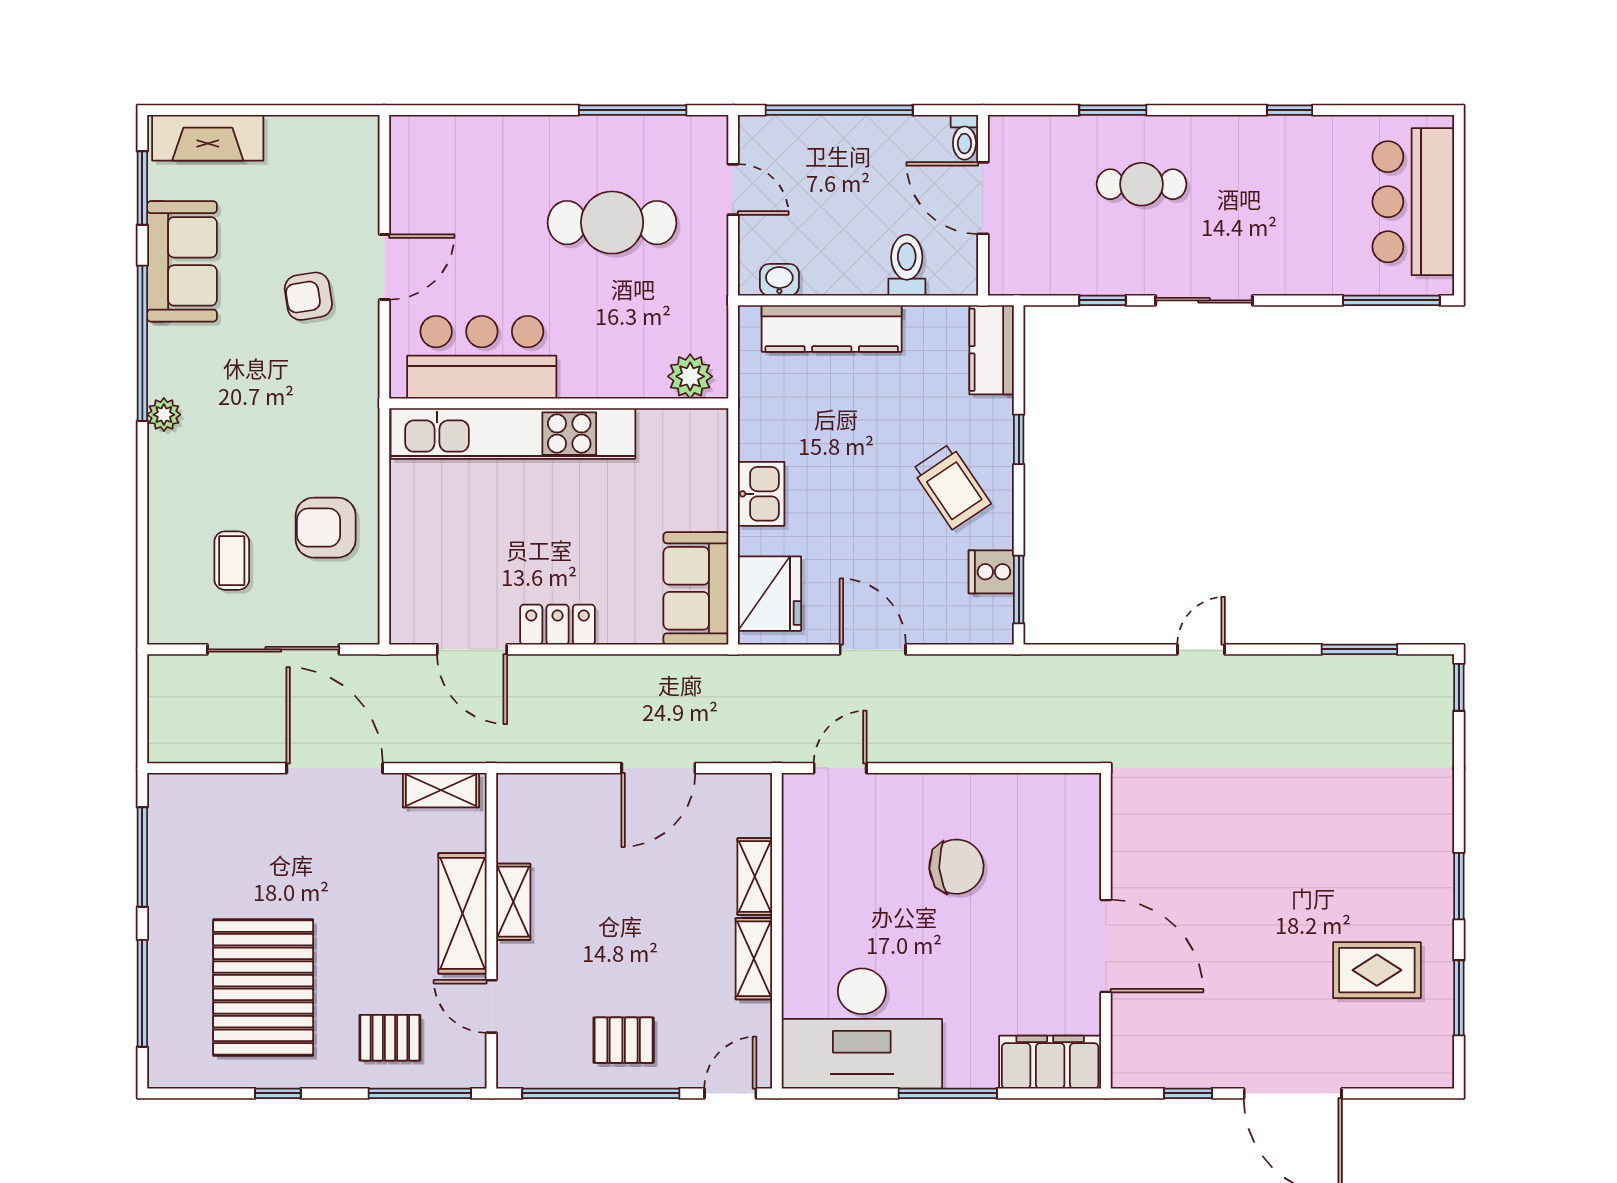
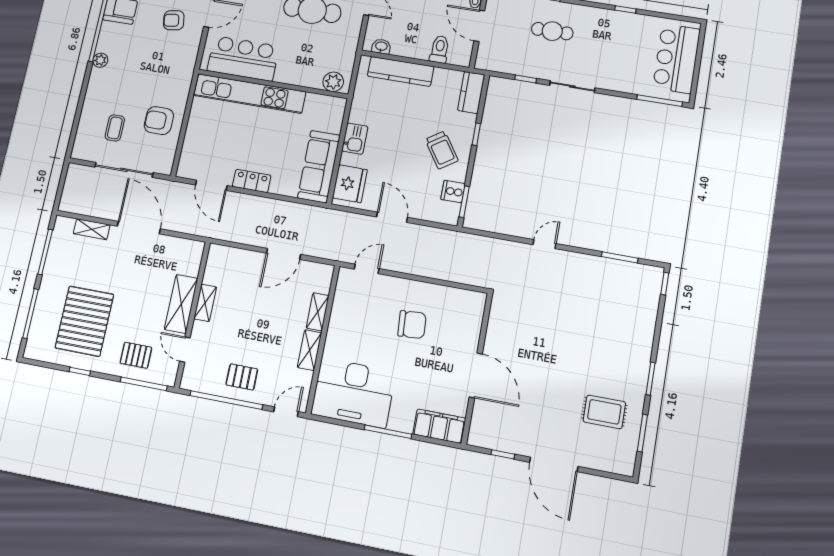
sofa: (696, 588) -> (319, 167), width x1.36
shelving: (441, 790) -> (92, 229), moved

